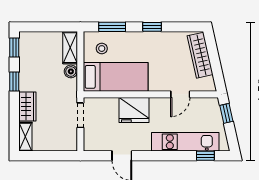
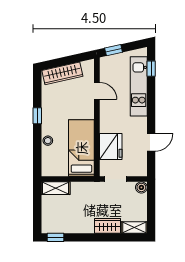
window: (112, 27) -> (37, 151), removed
stool: (102, 49) -> (48, 141), moved
boiler: (71, 71) -> (141, 187), moved
window: (14, 81) -> (85, 237), removed
fridge: (134, 110) -> (111, 146), moved

